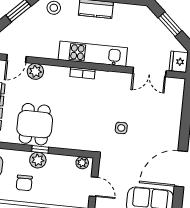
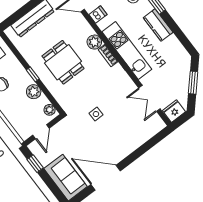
dishwasher: (41, 50) -> (98, 15), added
plant: (35, 71) -> (94, 42), moved
dining table: (35, 124) -> (63, 62), moved, turned 90
plant: (38, 160) -> (34, 92), moved

